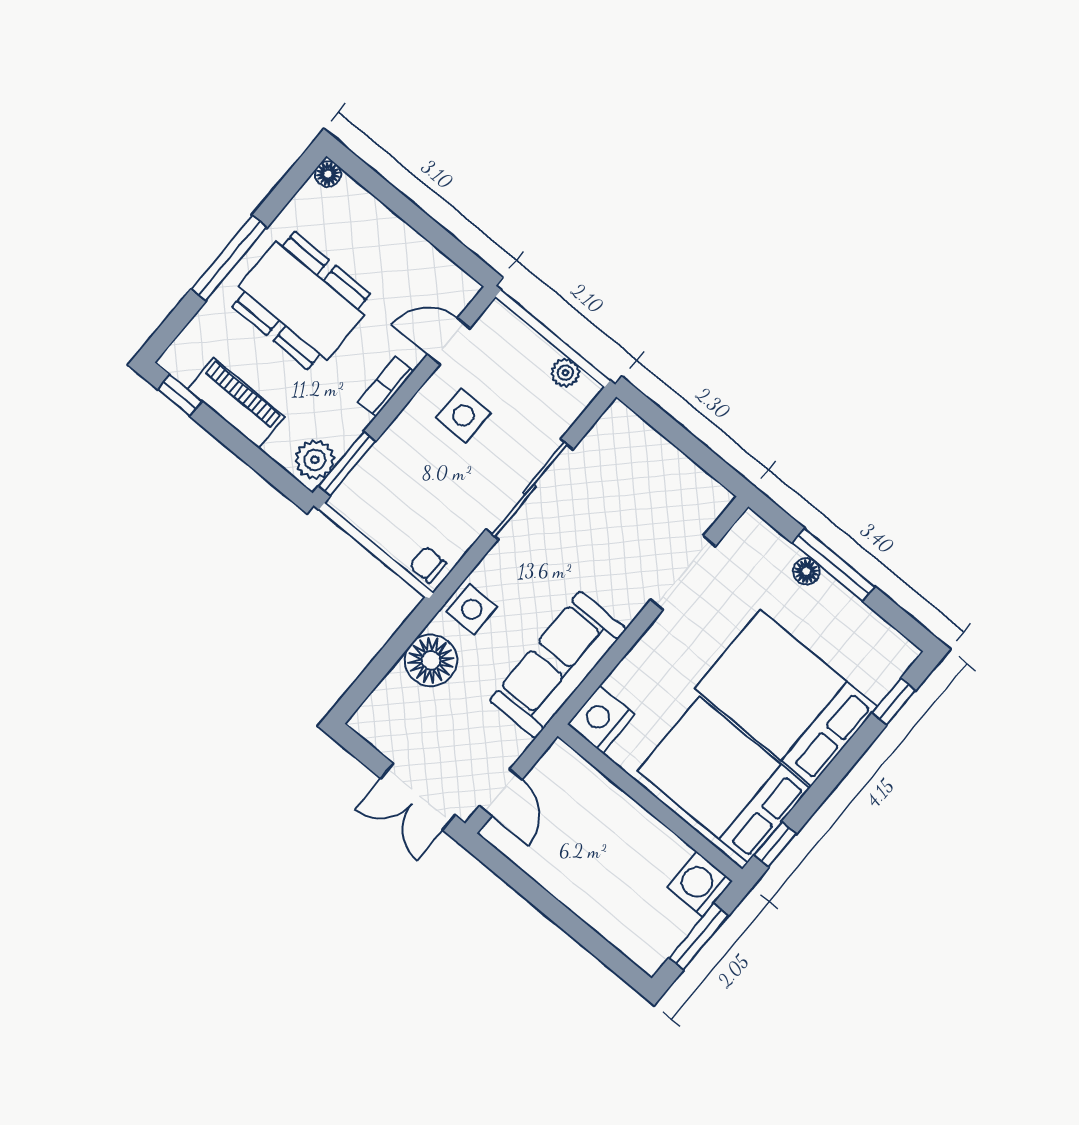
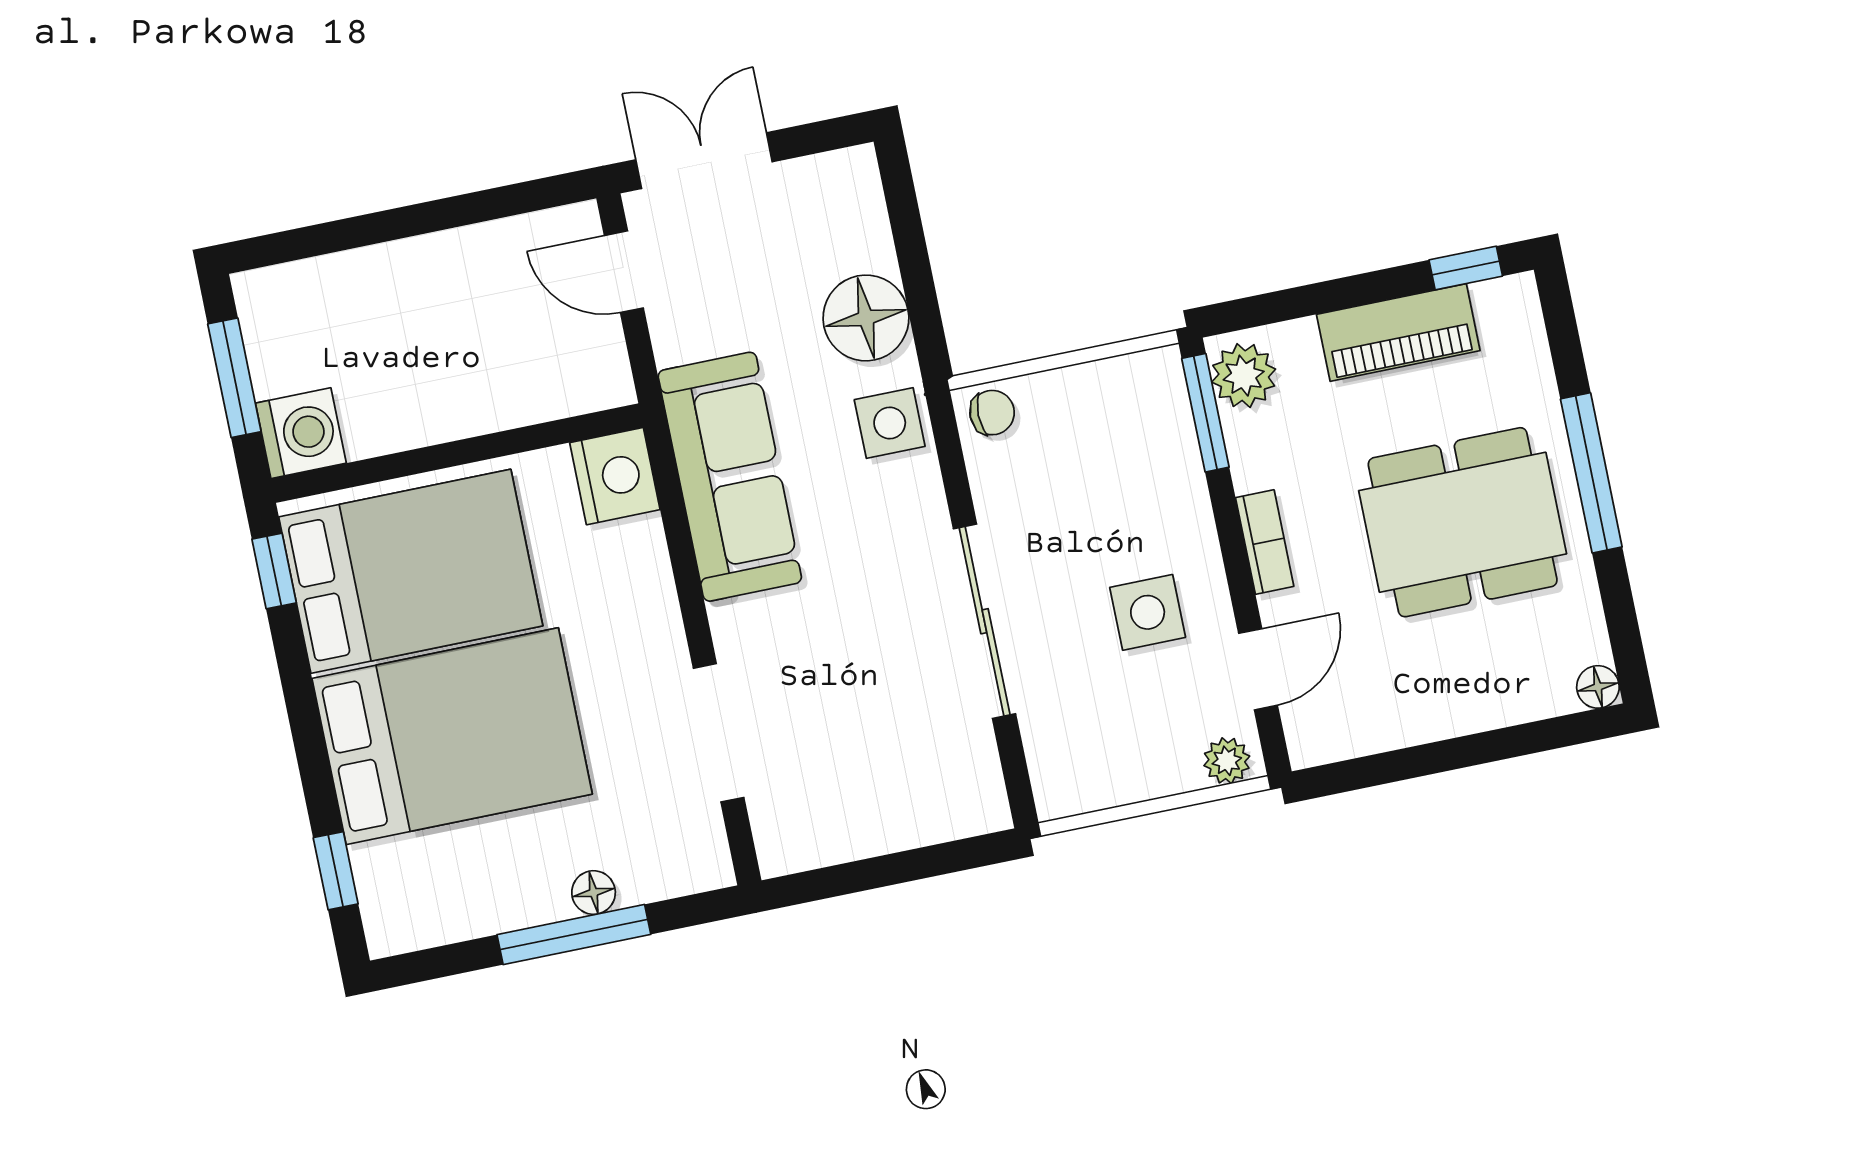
plant: (565, 373) -> (1227, 761), moved

